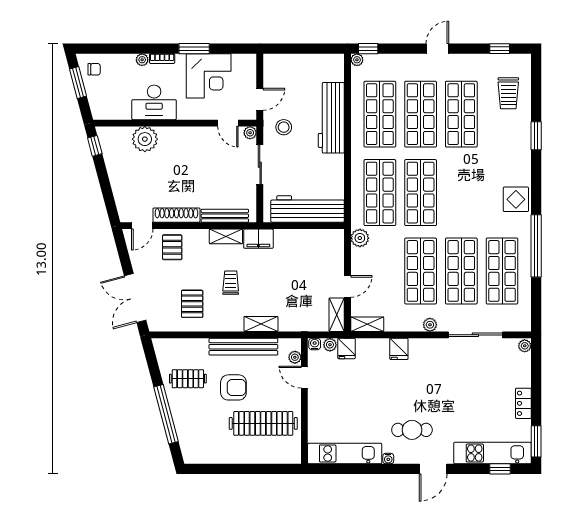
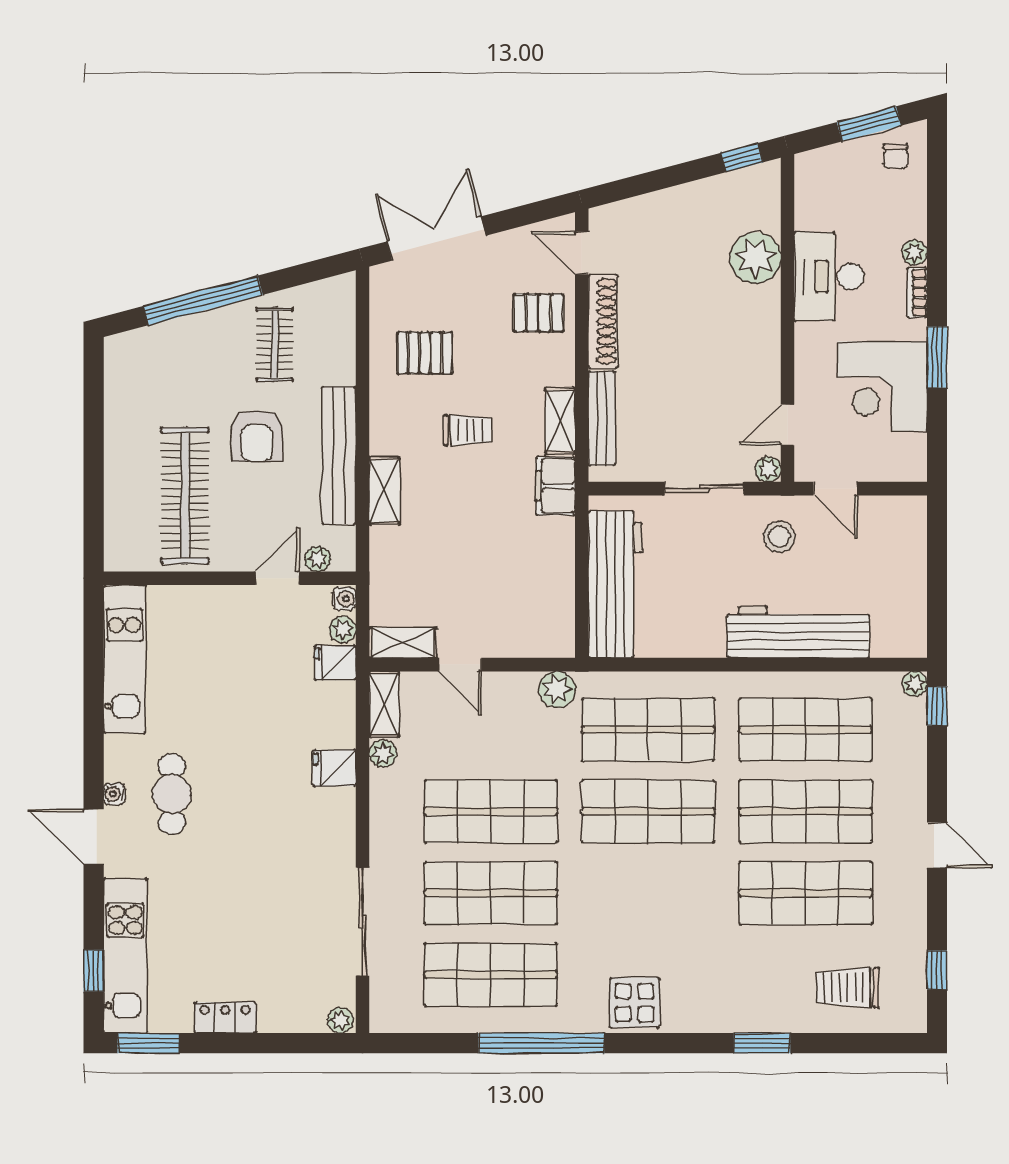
plant: (430, 325) -> (383, 753), moved
water cooler: (388, 459) -> (114, 794), moved

